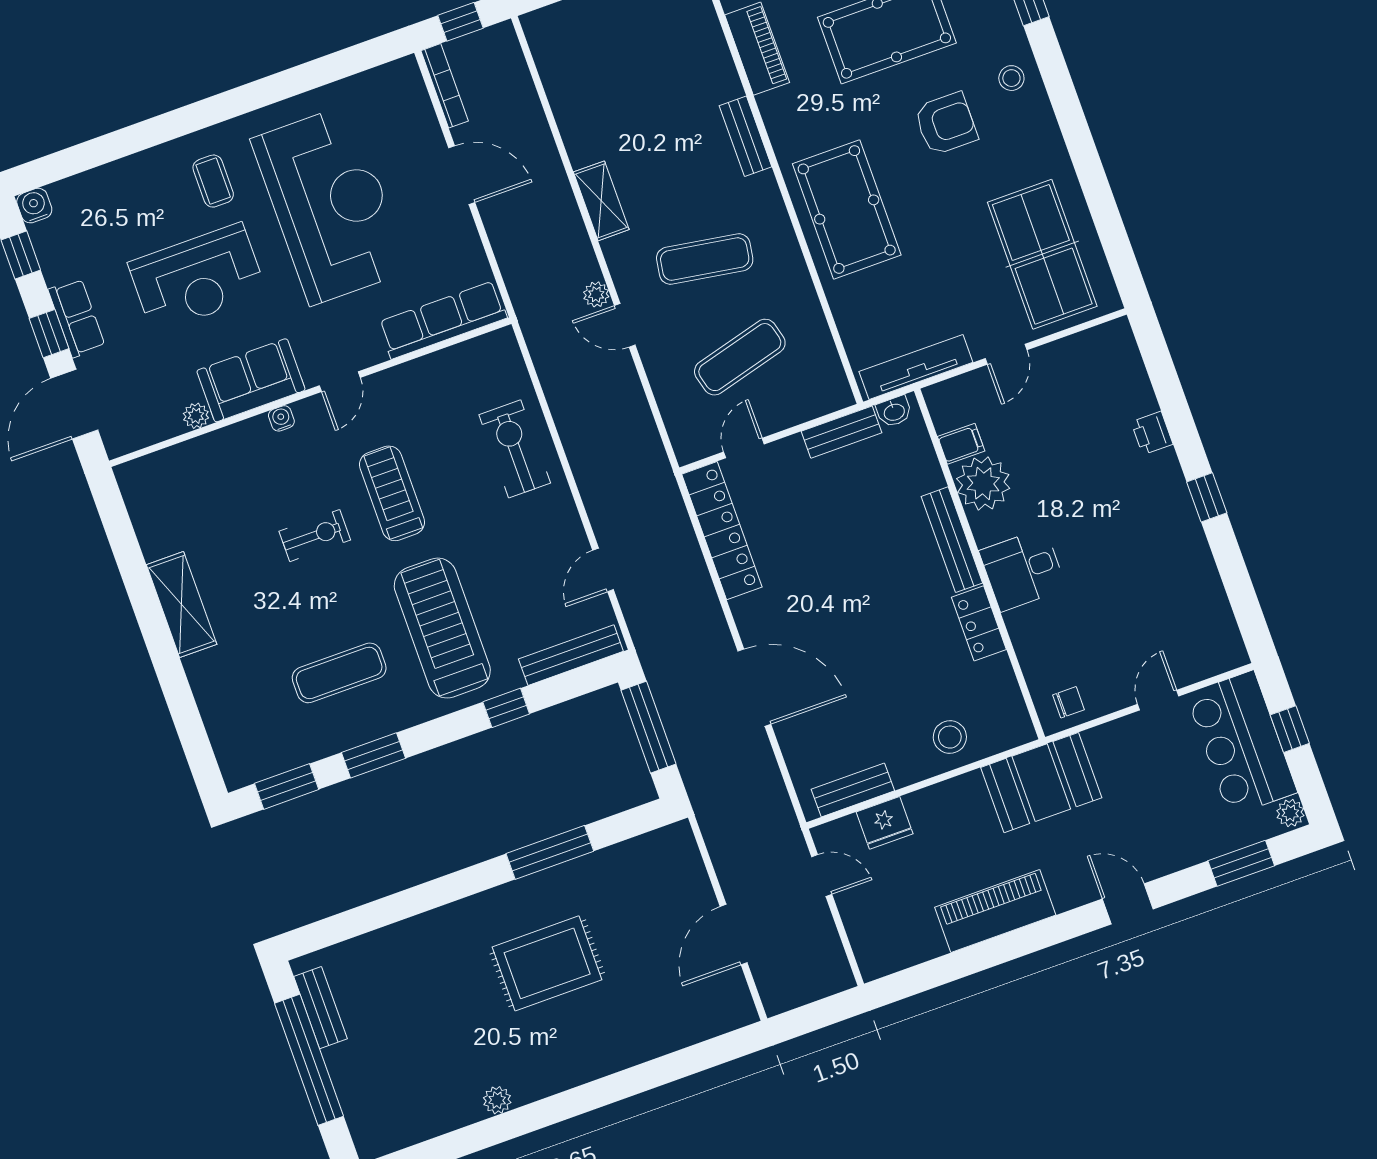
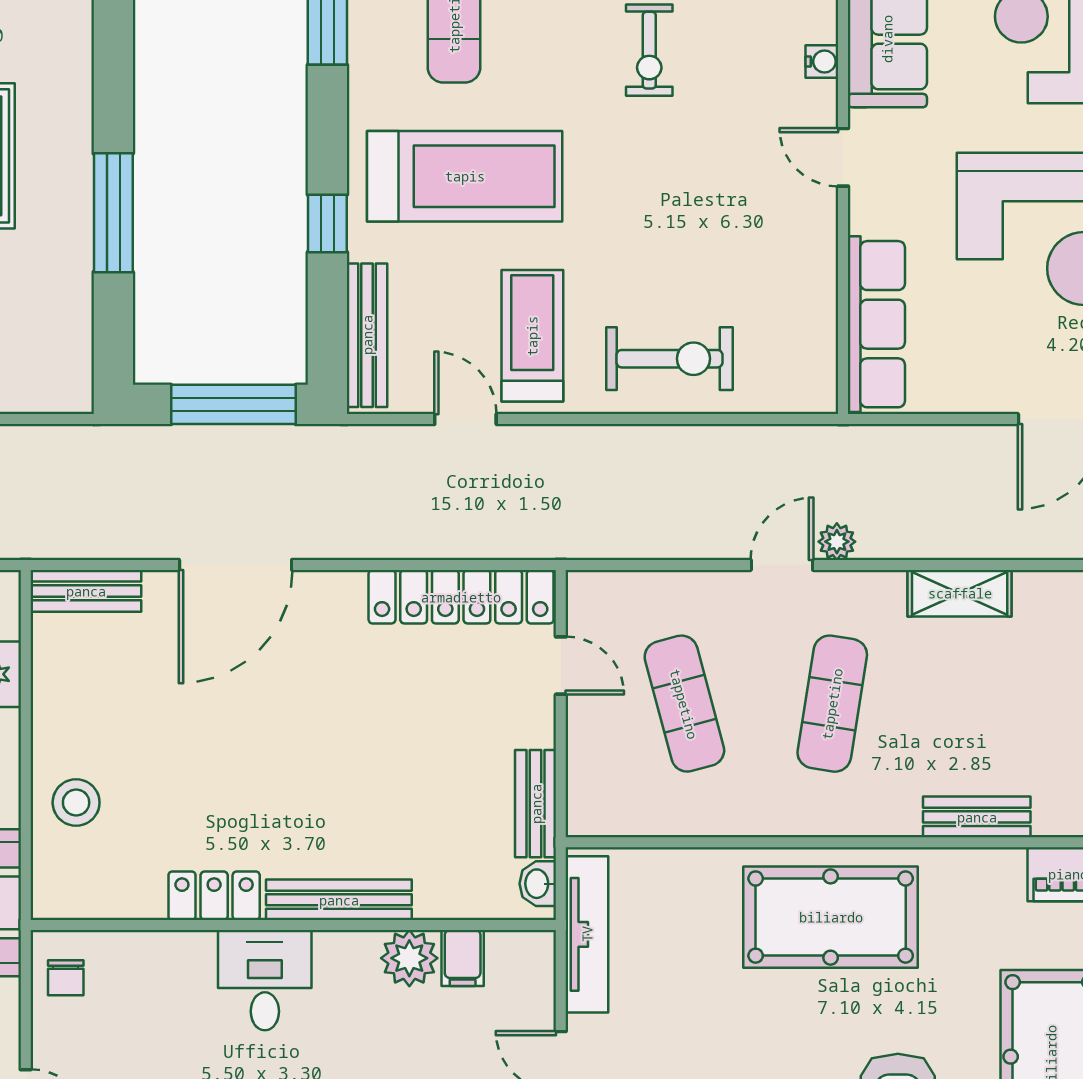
plant: (983, 483) -> (409, 958), width x0.73, depth x0.73
treadmill: (392, 493) -> (532, 336), moved, turned -90
bench: (853, 790) -> (86, 591), moved, turned 90

